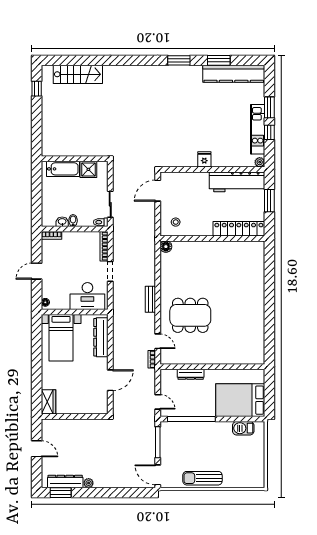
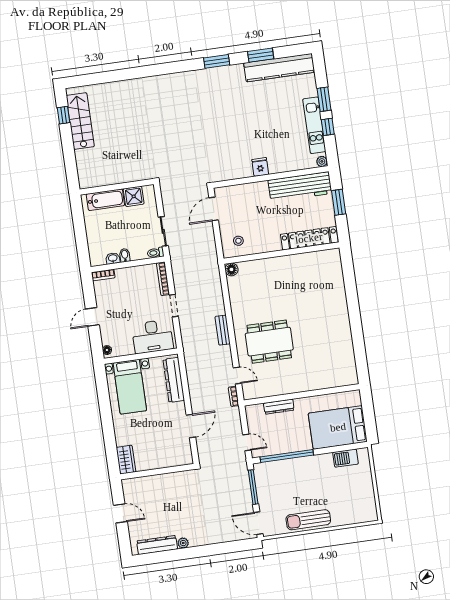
stairs: (78, 74) -> (80, 121), moved, turned -90
window: (61, 493) -> (154, 558), removed

